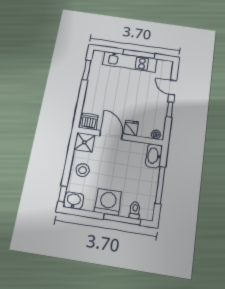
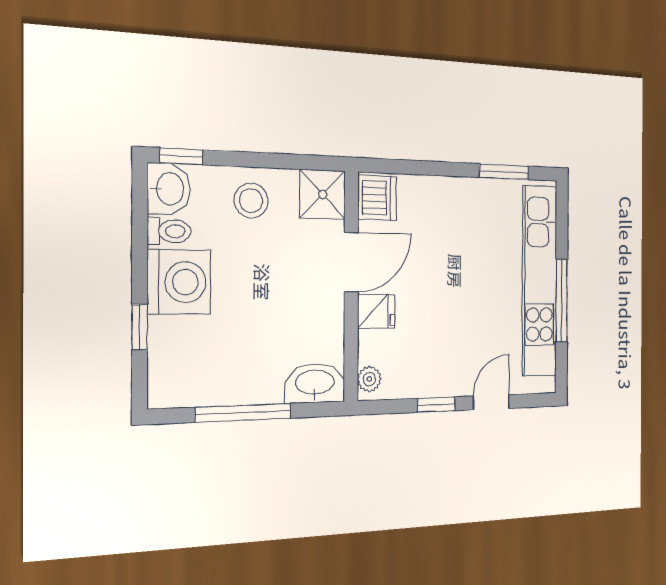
kitchen unit: (130, 62) -> (540, 281), width x1.36
toilet: (135, 210) -> (169, 231), moved
window: (122, 219) -> (140, 327), width x0.46

